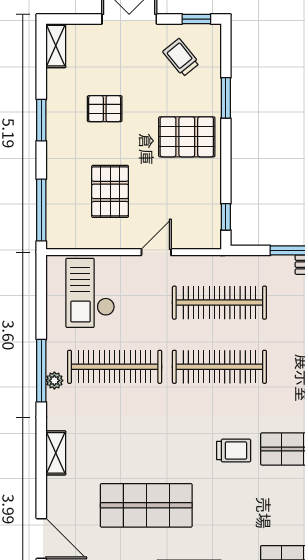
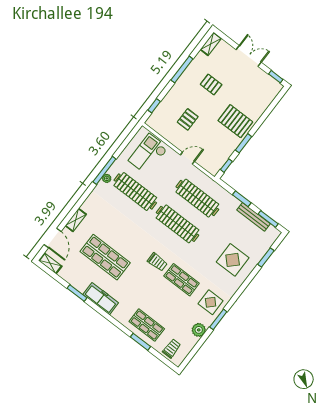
trolley: (181, 57) -> (258, 87), removed
window: (226, 98) -> (243, 143), moved
window: (41, 120) -> (182, 69), width x1.44
pallet: (110, 191) -> (188, 119), width x0.67, depth x0.71
window: (41, 210) -> (154, 106), width x0.46
shelving: (56, 453) -> (76, 220), moved

